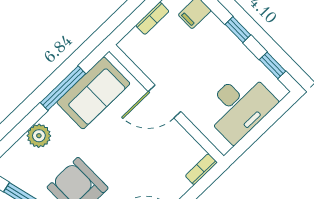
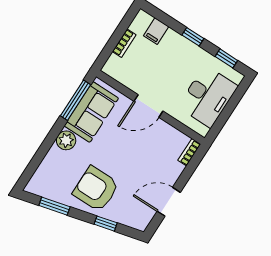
window: (63, 88) -> (75, 100), moved
plant: (39, 136) -> (66, 140), moved

